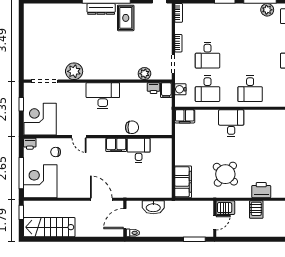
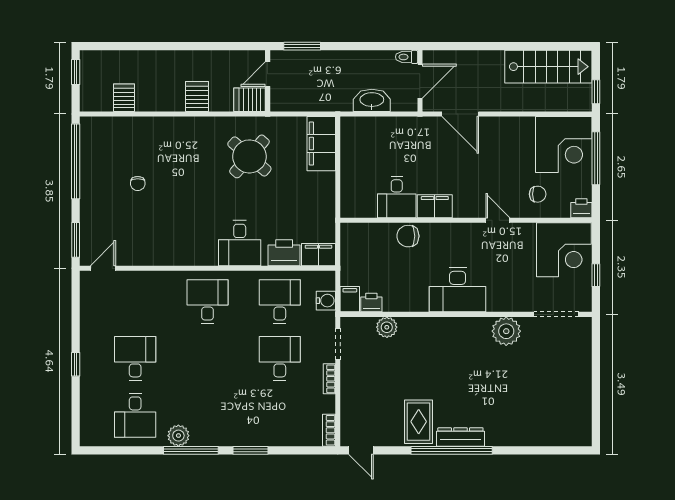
printer: (261, 190) -> (284, 253), moved, turned 180

